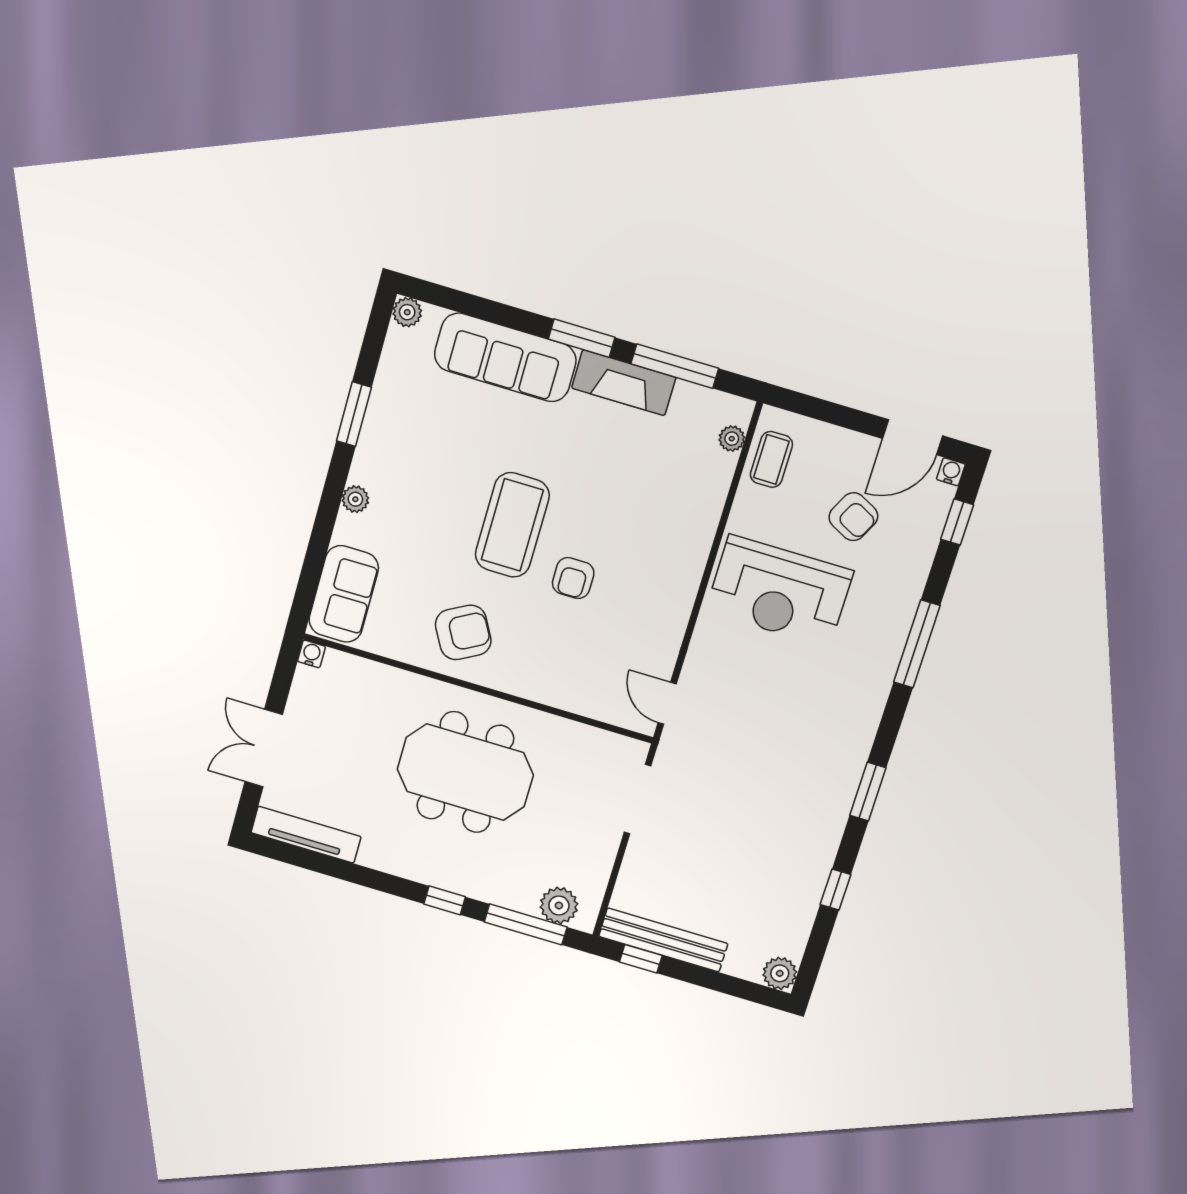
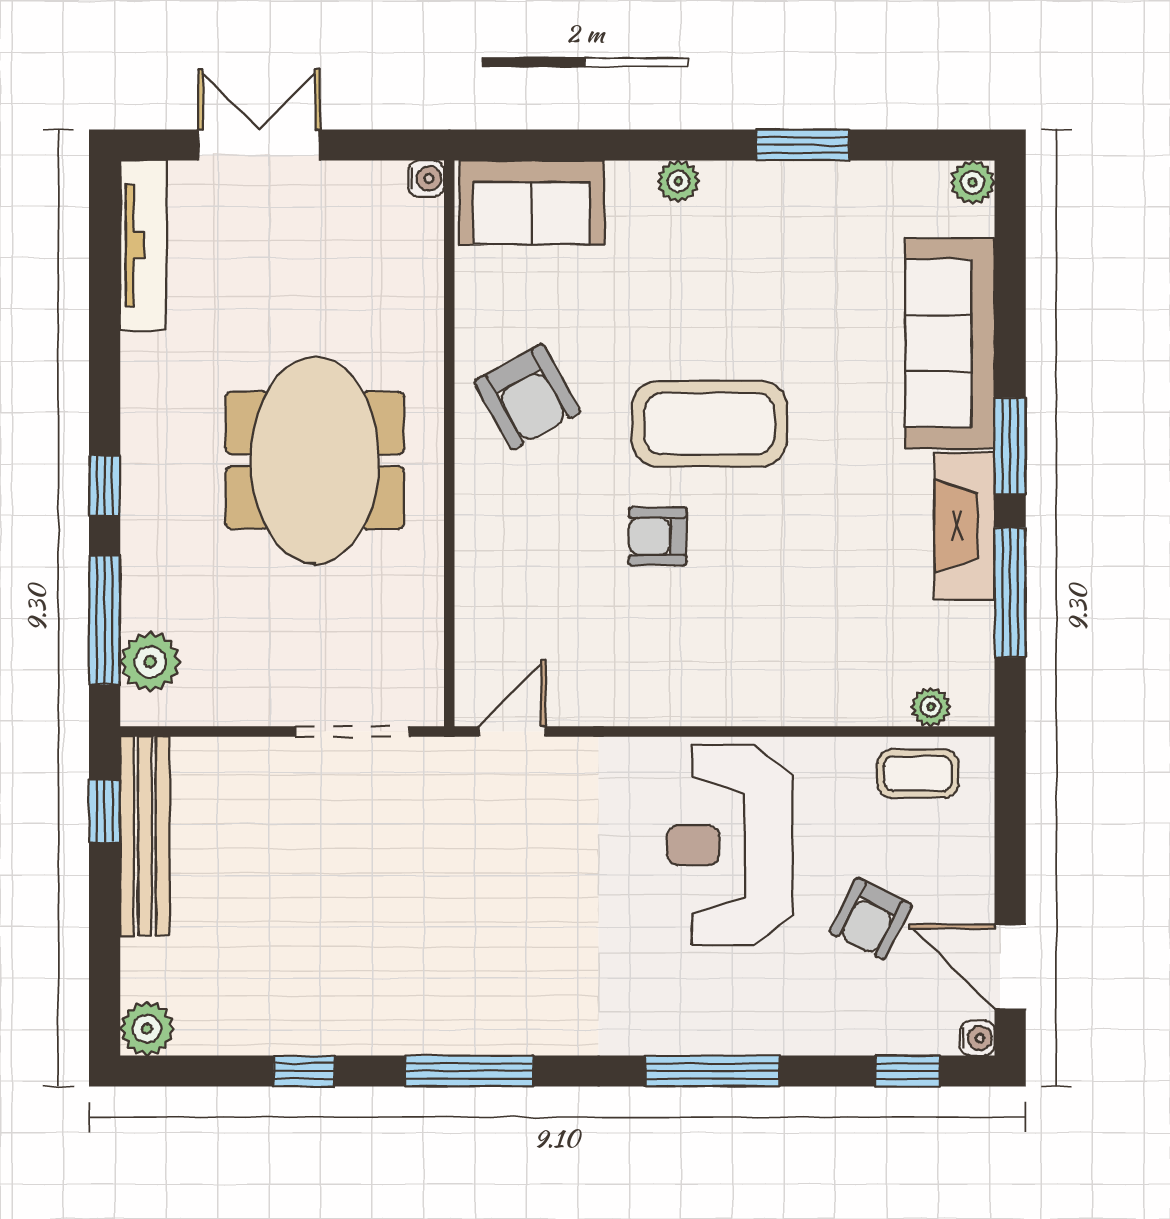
window: (868, 792) -> (469, 1071), width x1.44

